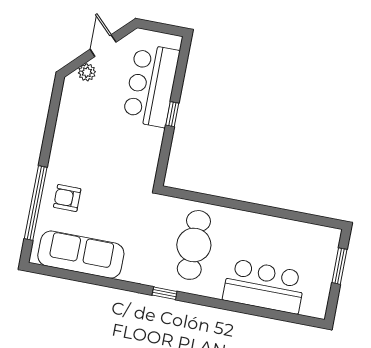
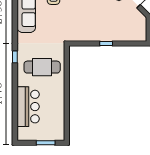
bar counter: (151, 85) -> (119, 30), removed

